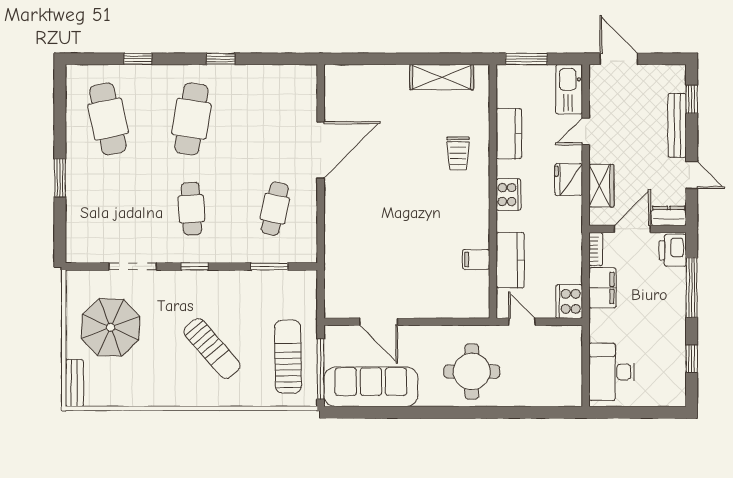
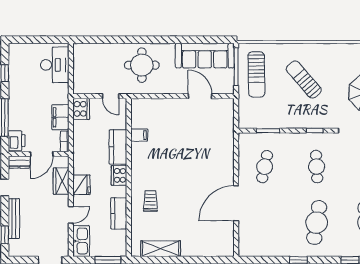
kitchen counter: (510, 260) -> (118, 147), moved

